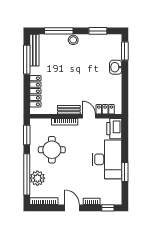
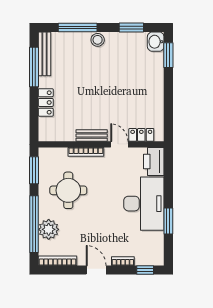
washbasin: (116, 67) -> (156, 42), moved
locker: (35, 91) -> (46, 102), width x0.66

